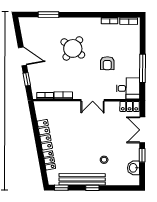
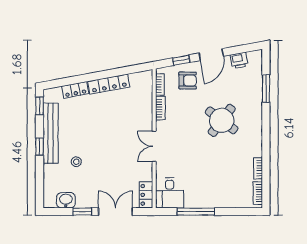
printer: (27, 35) -> (239, 60), added
armchair: (107, 63) -> (188, 80), moved, turned 180

